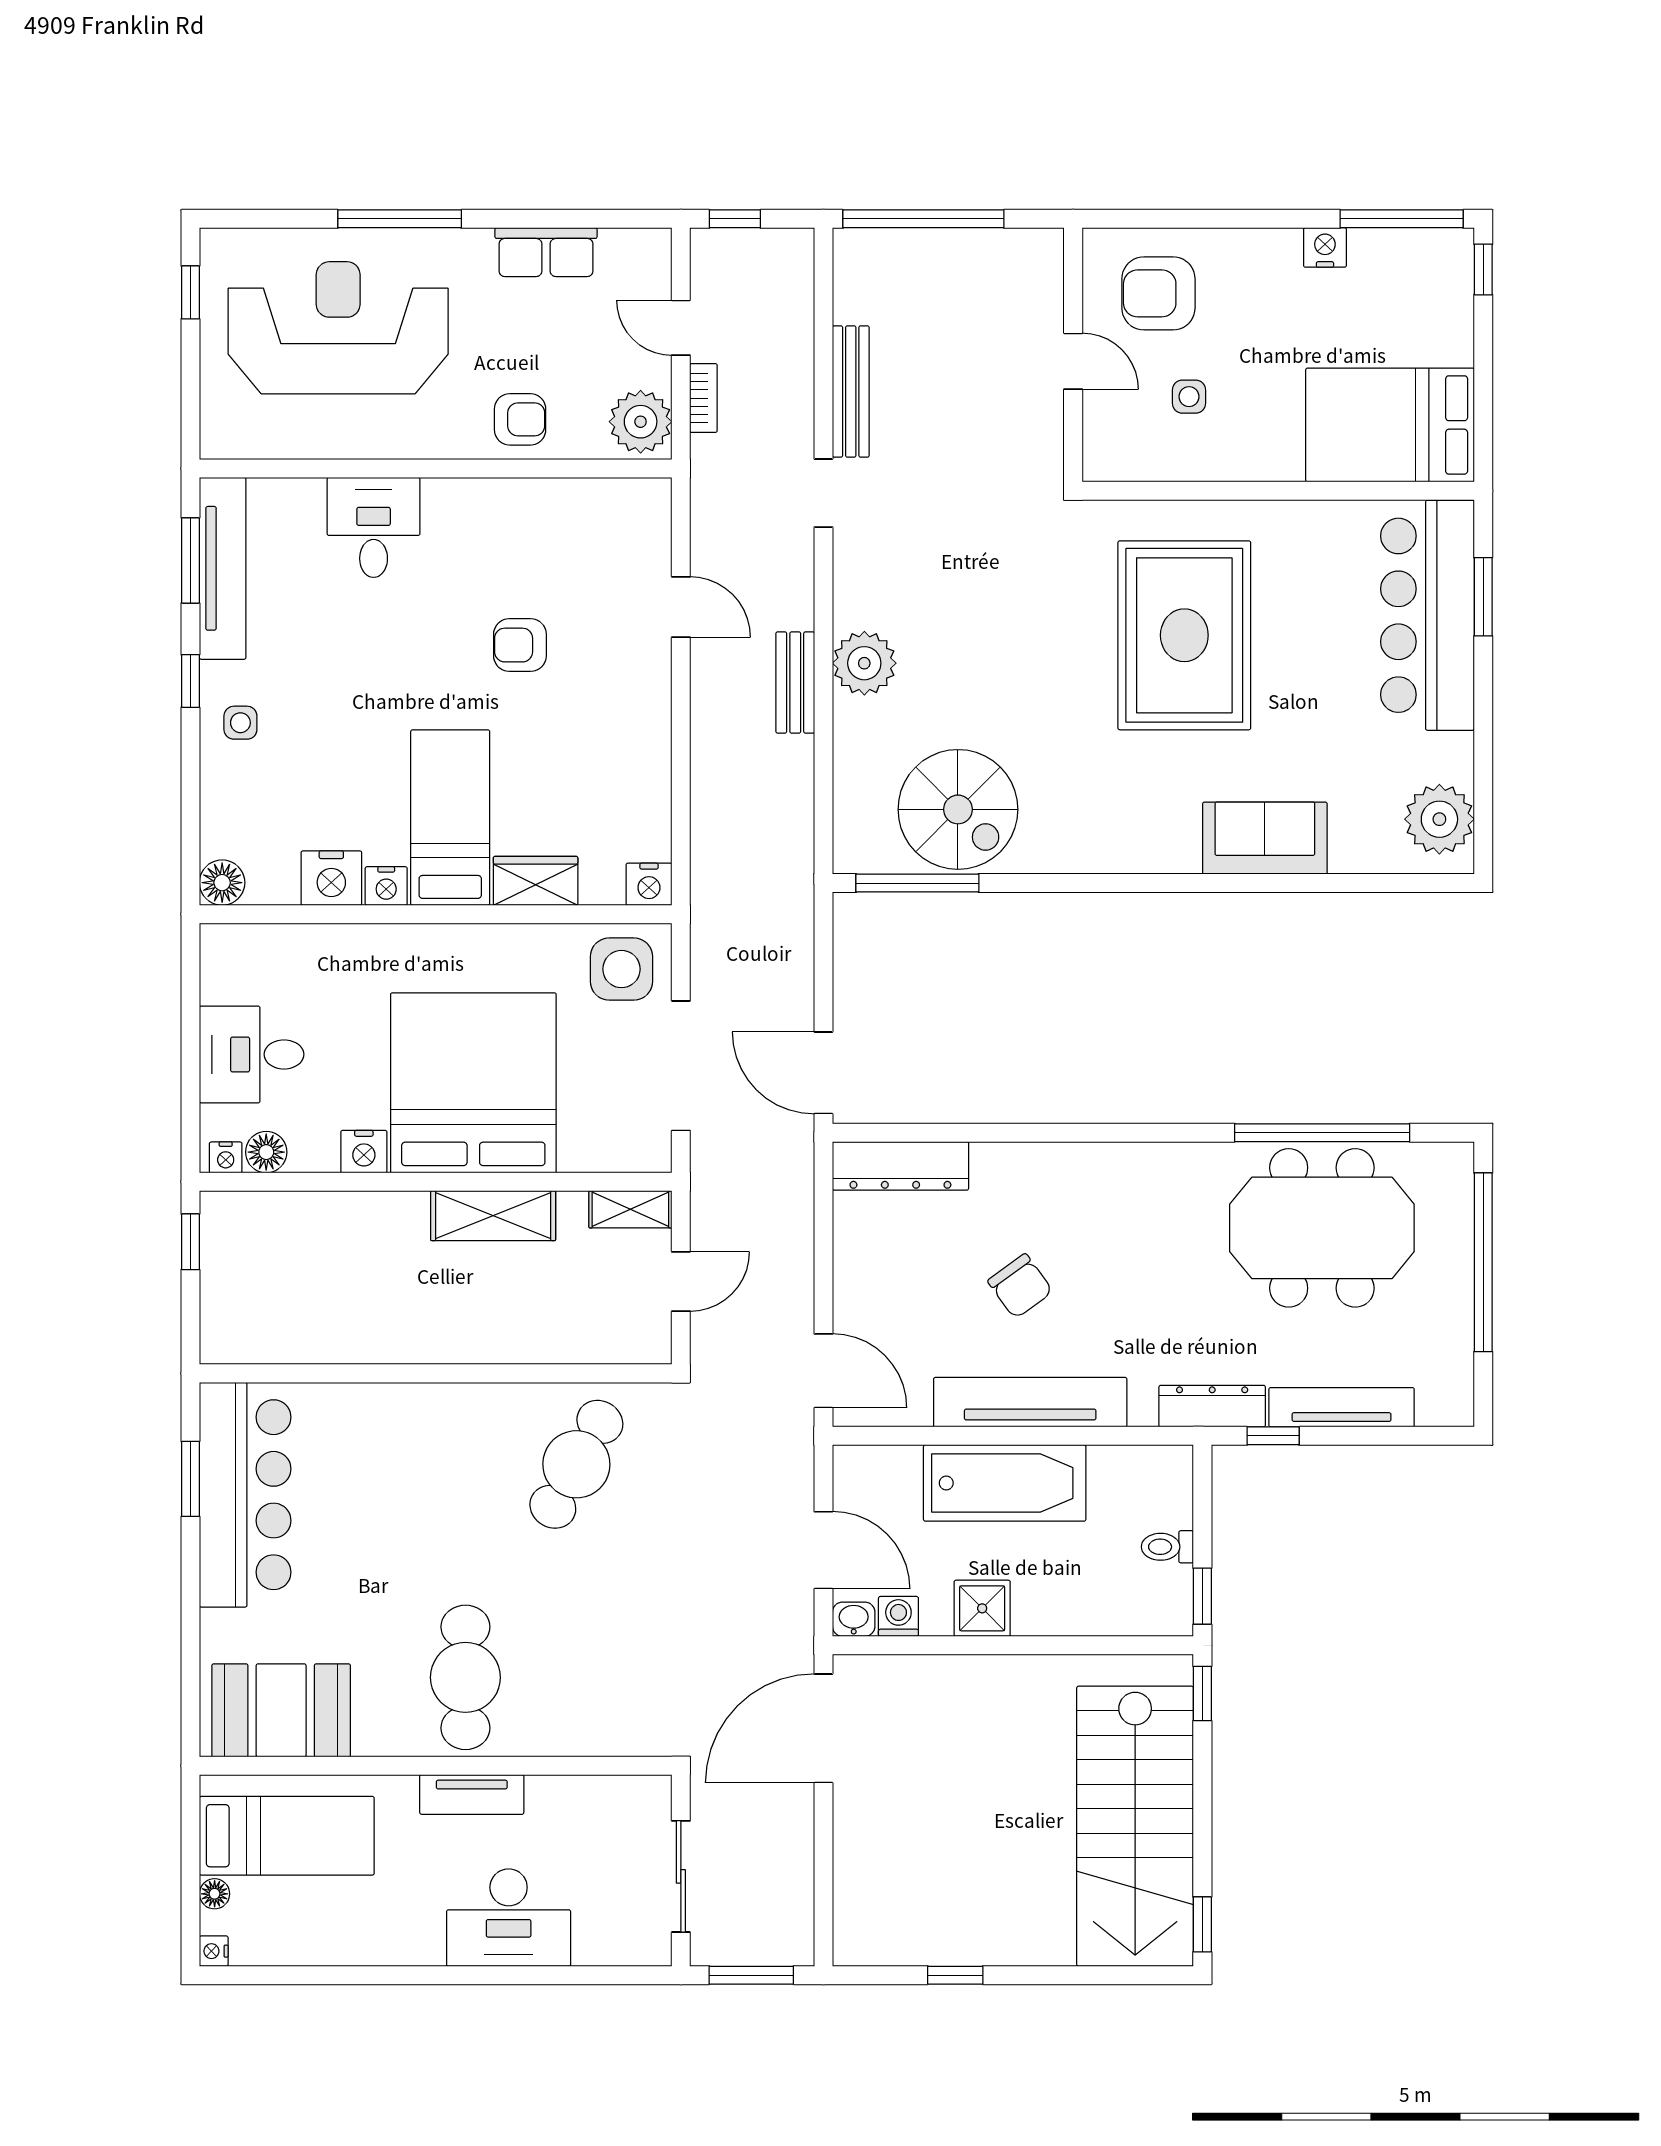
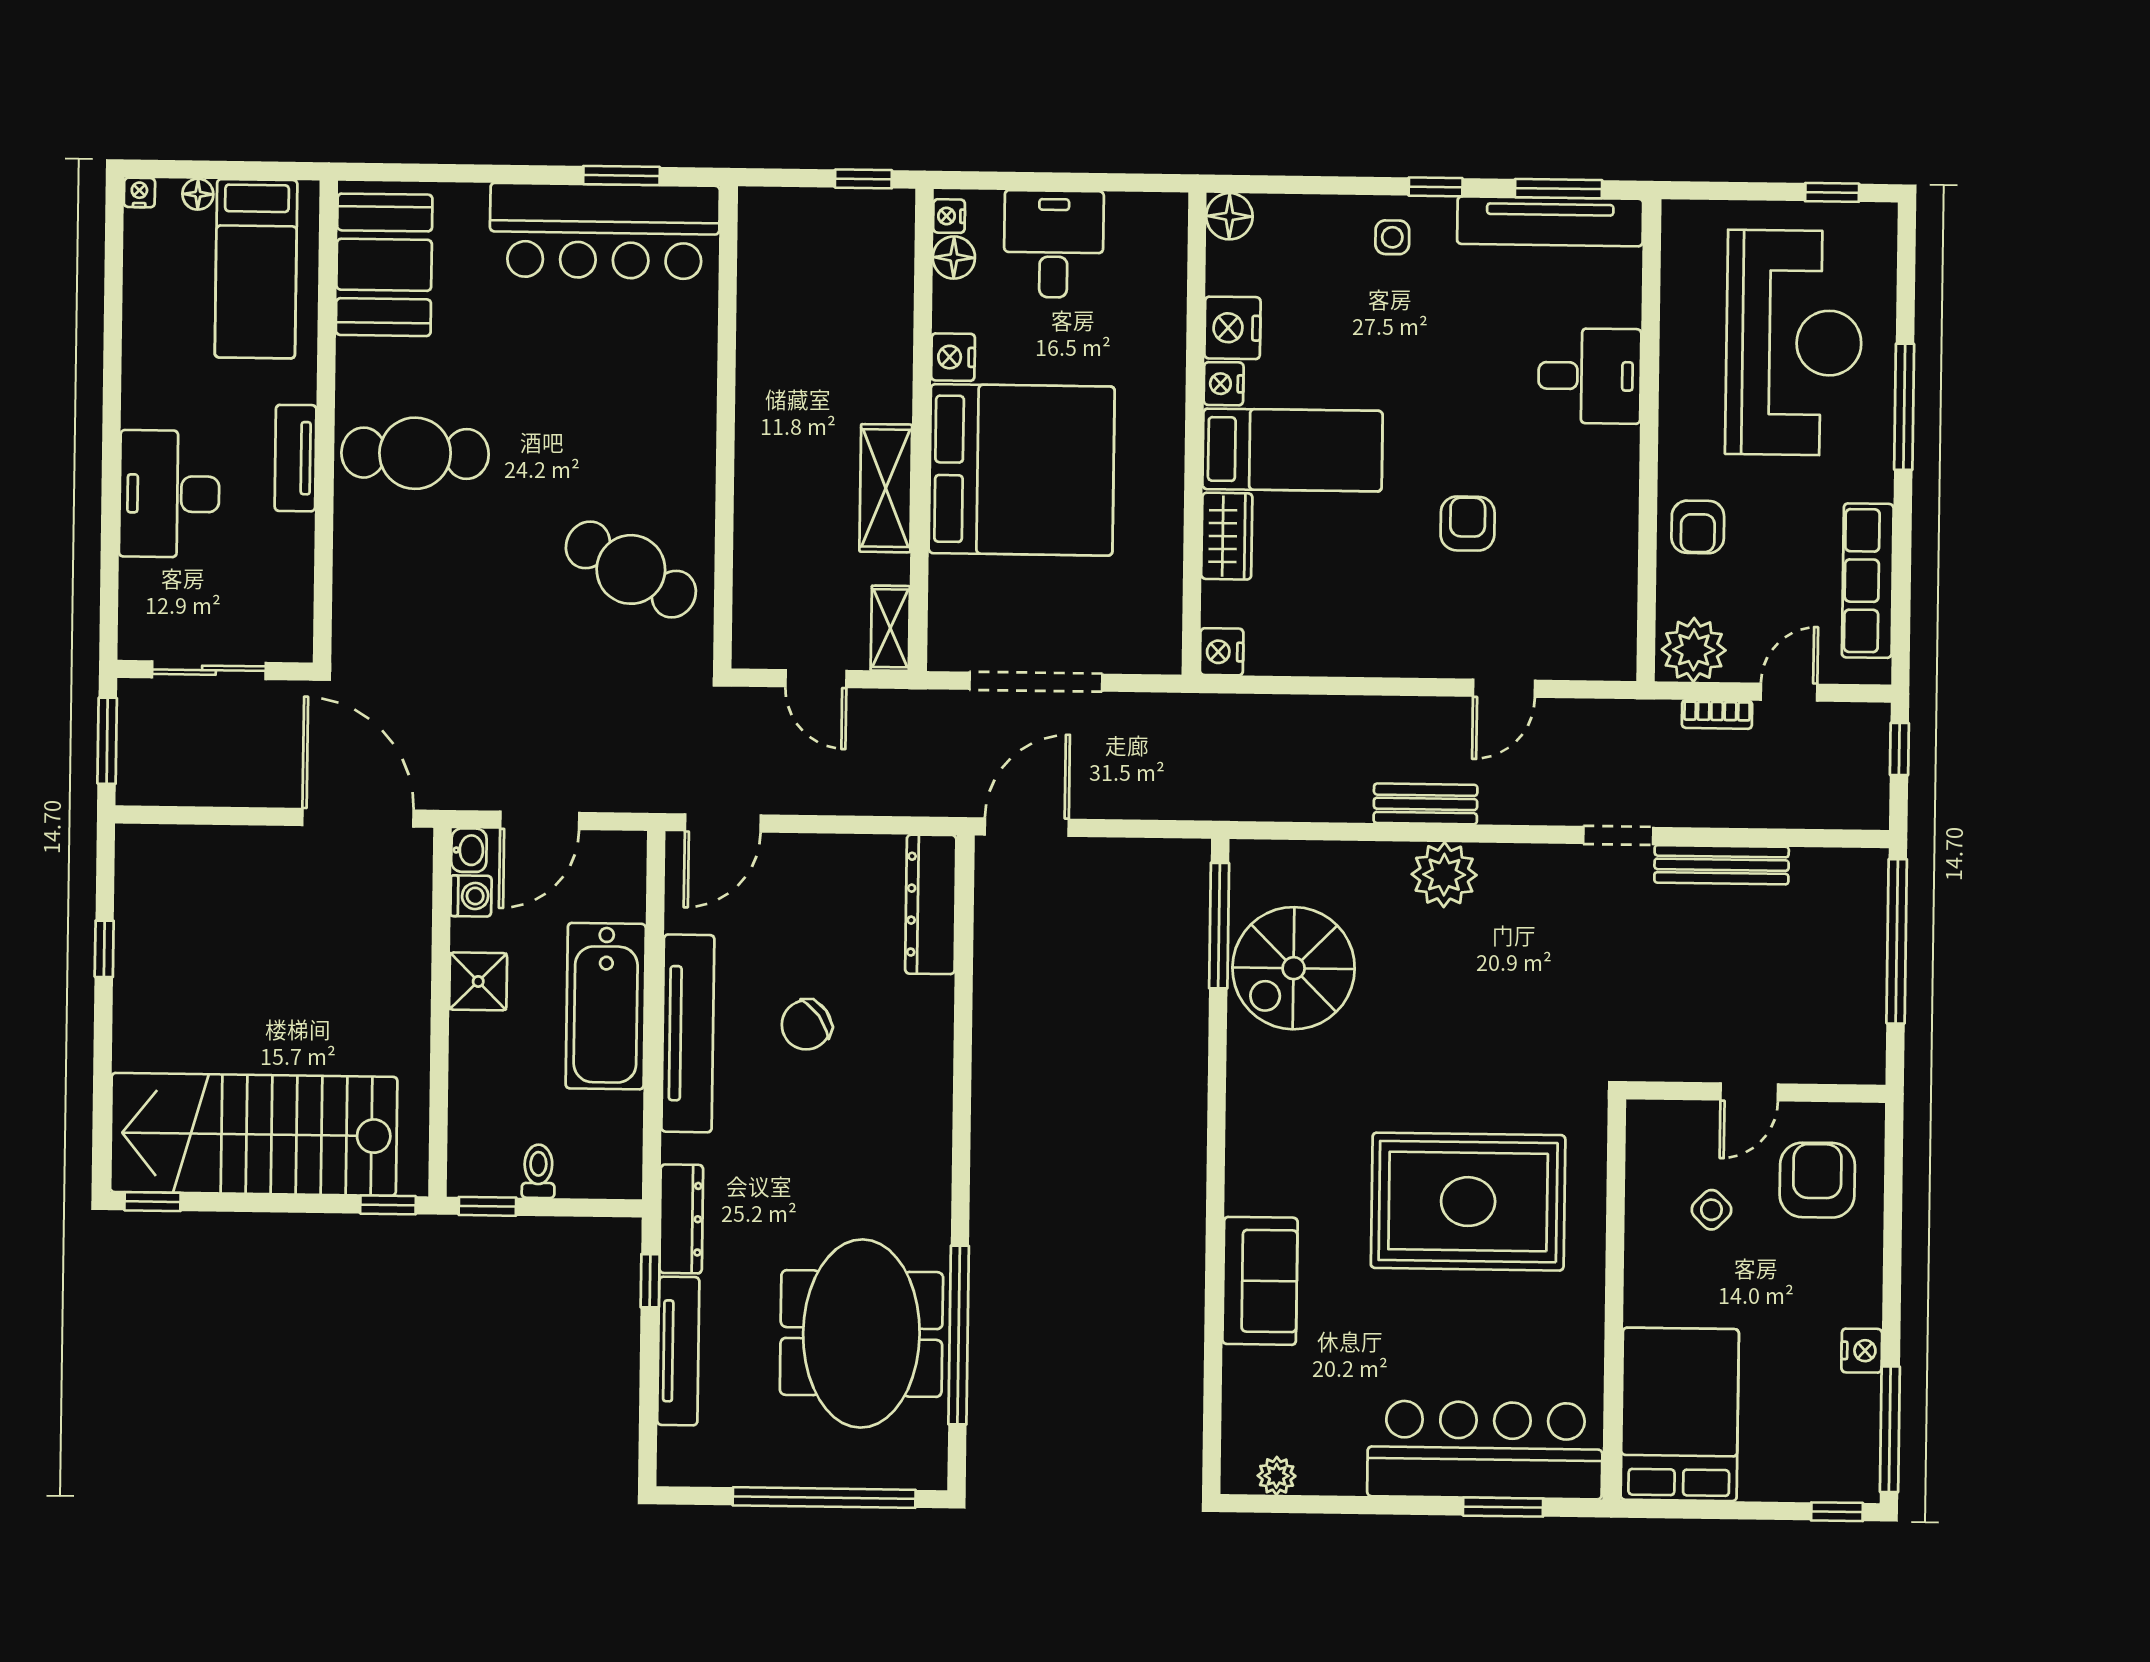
row of seats: (546, 252) -> (1868, 581), width x1.48
side table: (1189, 397) -> (1711, 1210), turned 45
plant: (1439, 819) -> (1277, 1476), width x0.53, depth x0.53
side table: (621, 969) -> (1136, 623), removed

